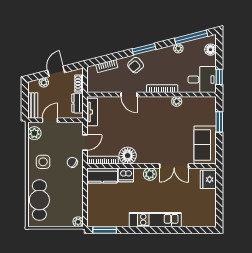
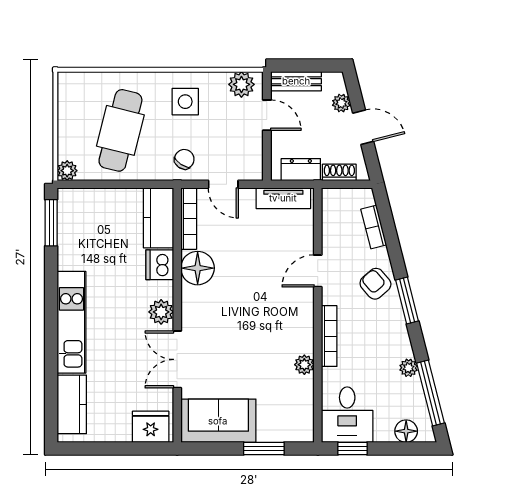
cafe table: (39, 200) -> (120, 130), moved, turned -76
kitchen counter: (197, 219) -> (72, 404), added

